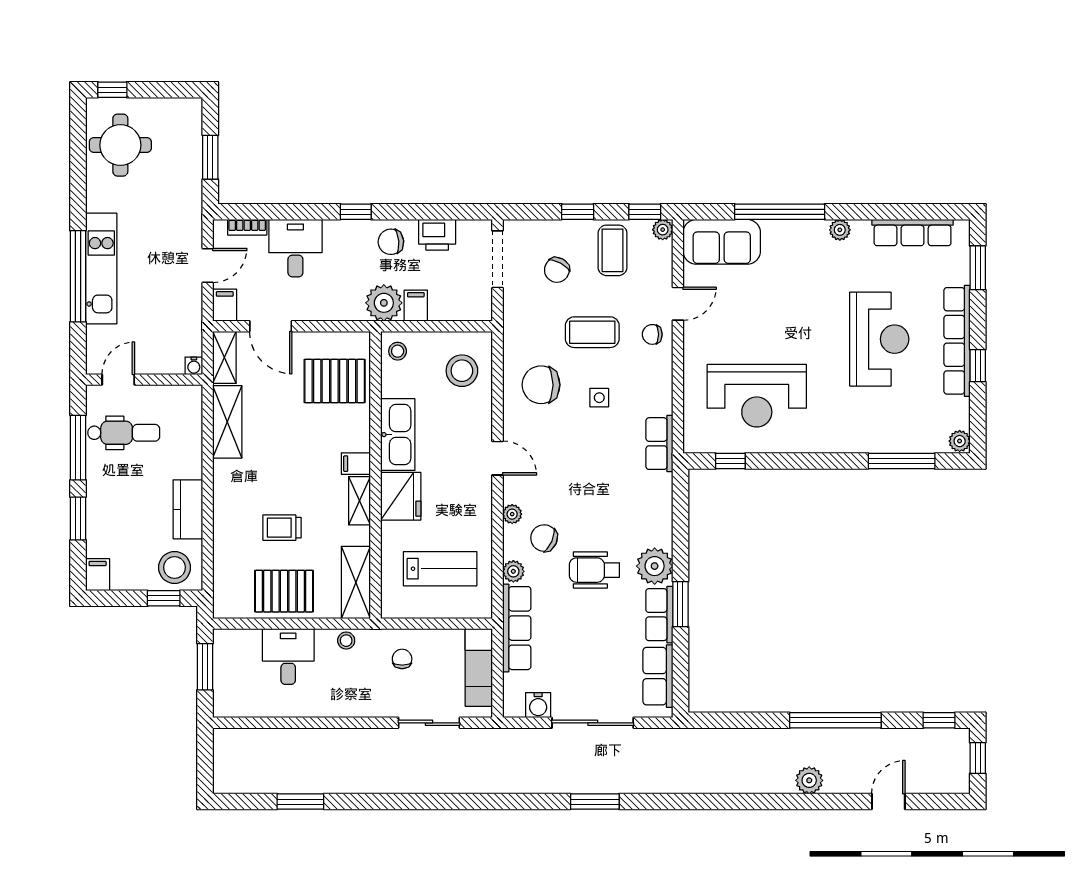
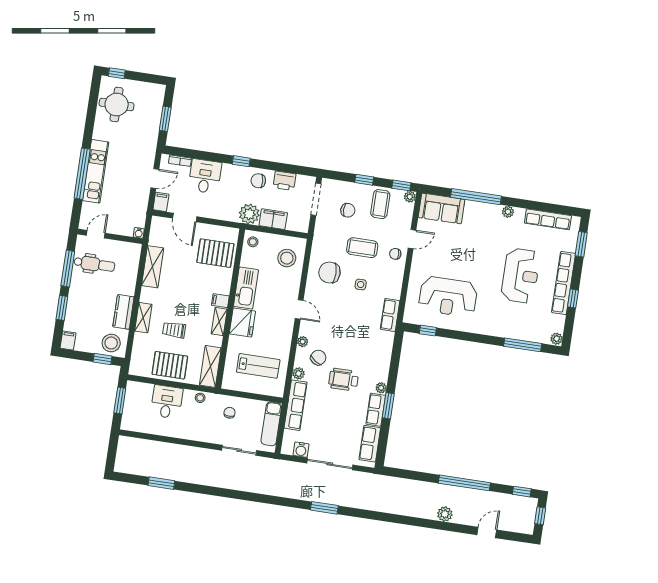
chair: (557, 270) -> (348, 210), turned -119
filing cabinet: (416, 306) -> (273, 219), width x2.00
shelving: (224, 357) -> (143, 318), moved
chair: (544, 538) -> (318, 358), turned 100
plant: (655, 566) -> (381, 388), width x0.53, depth x0.53

